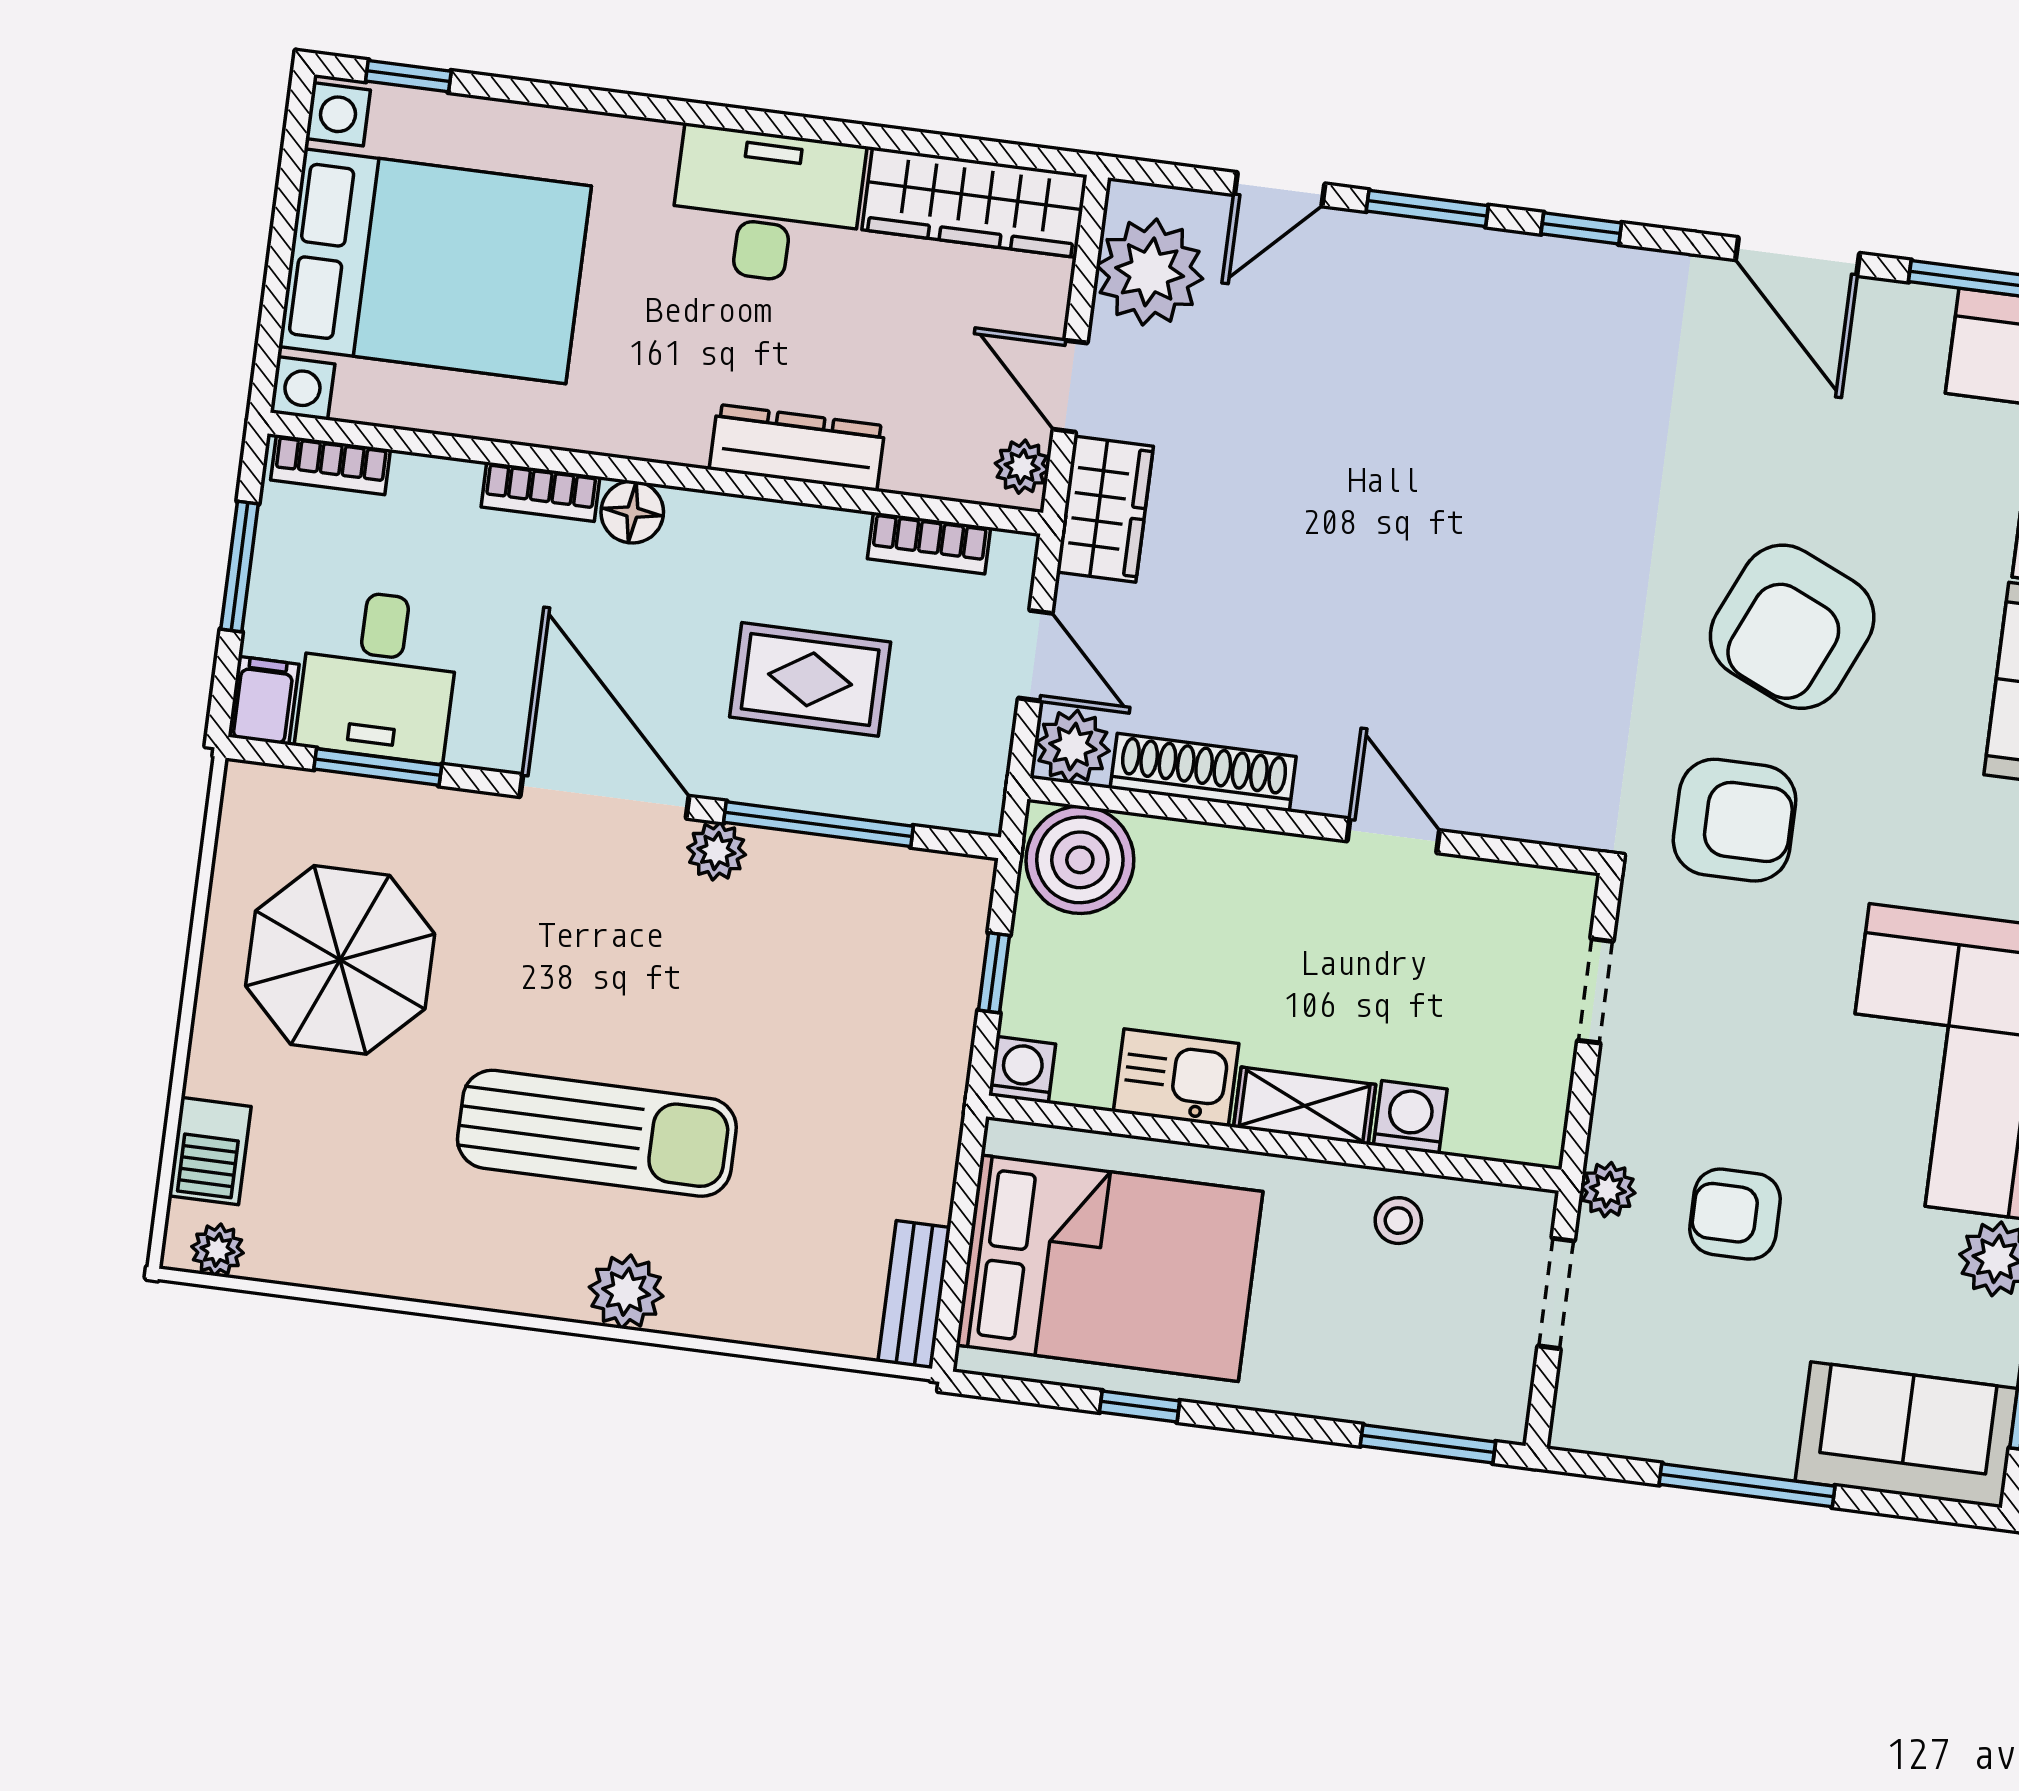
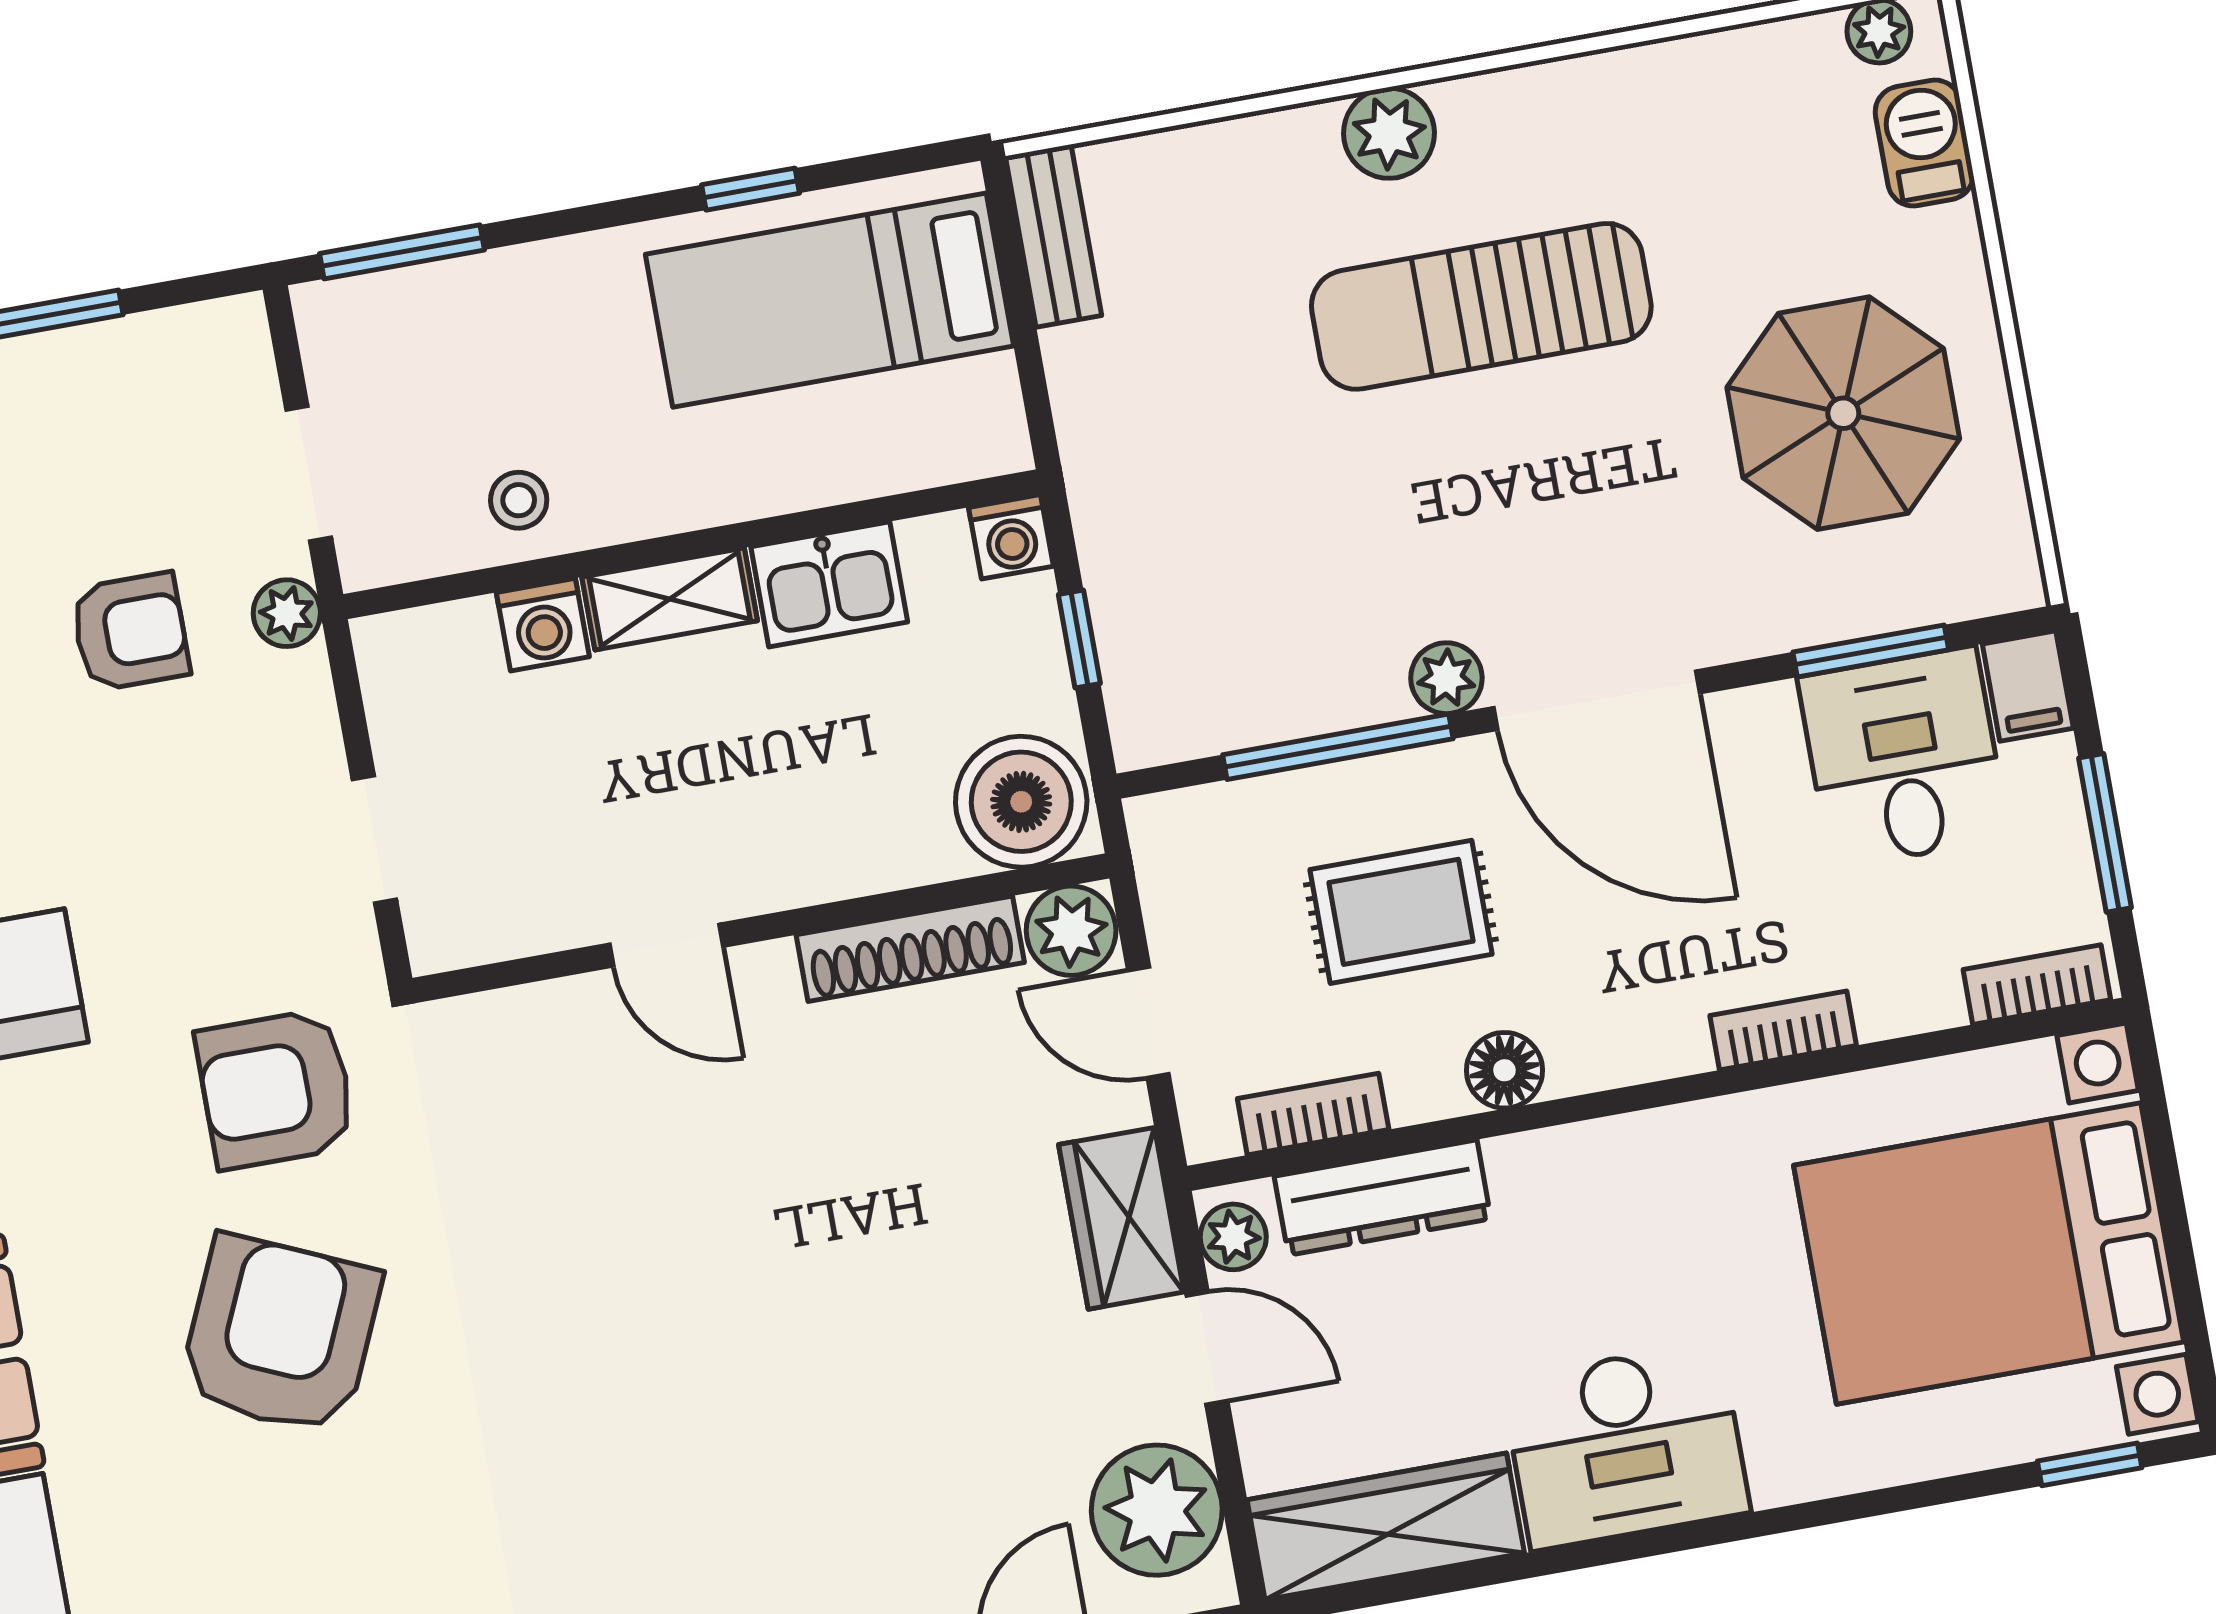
dresser: (797, 448) -> (1383, 1198), moved
floor lamp: (632, 512) -> (1504, 1070), moved
bed: (1110, 1268) -> (830, 300), width x0.67

